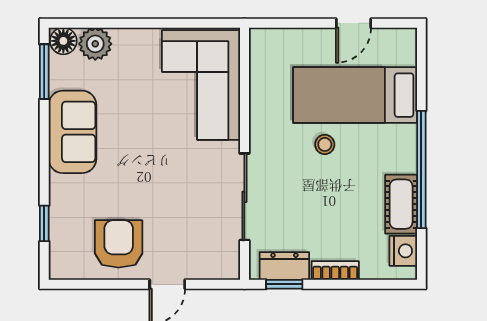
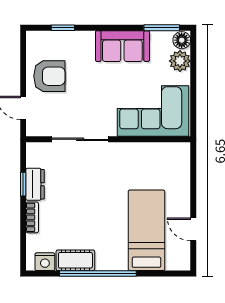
corner sofa: (201, 85) -> (153, 111), moved
stool: (325, 144) -> (114, 211), removed
wall: (244, 154) -> (108, 139), moved
sliding door: (244, 197) -> (80, 139), moved

